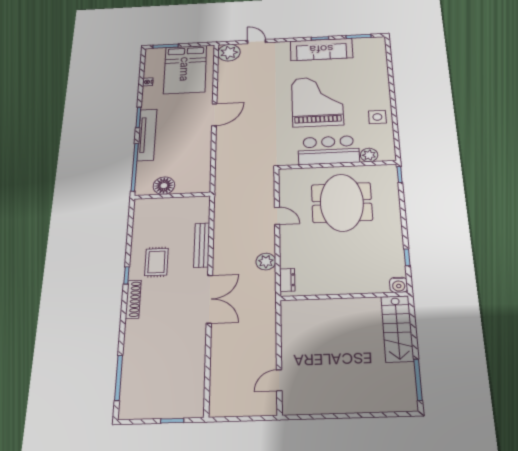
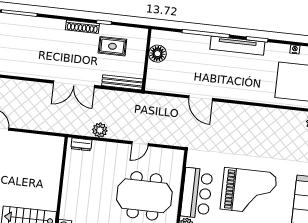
door: (214, 115) -> (201, 98), moved
floor lamp: (164, 186) -> (157, 54), moved
wall: (172, 196) -> (147, 60), moved

